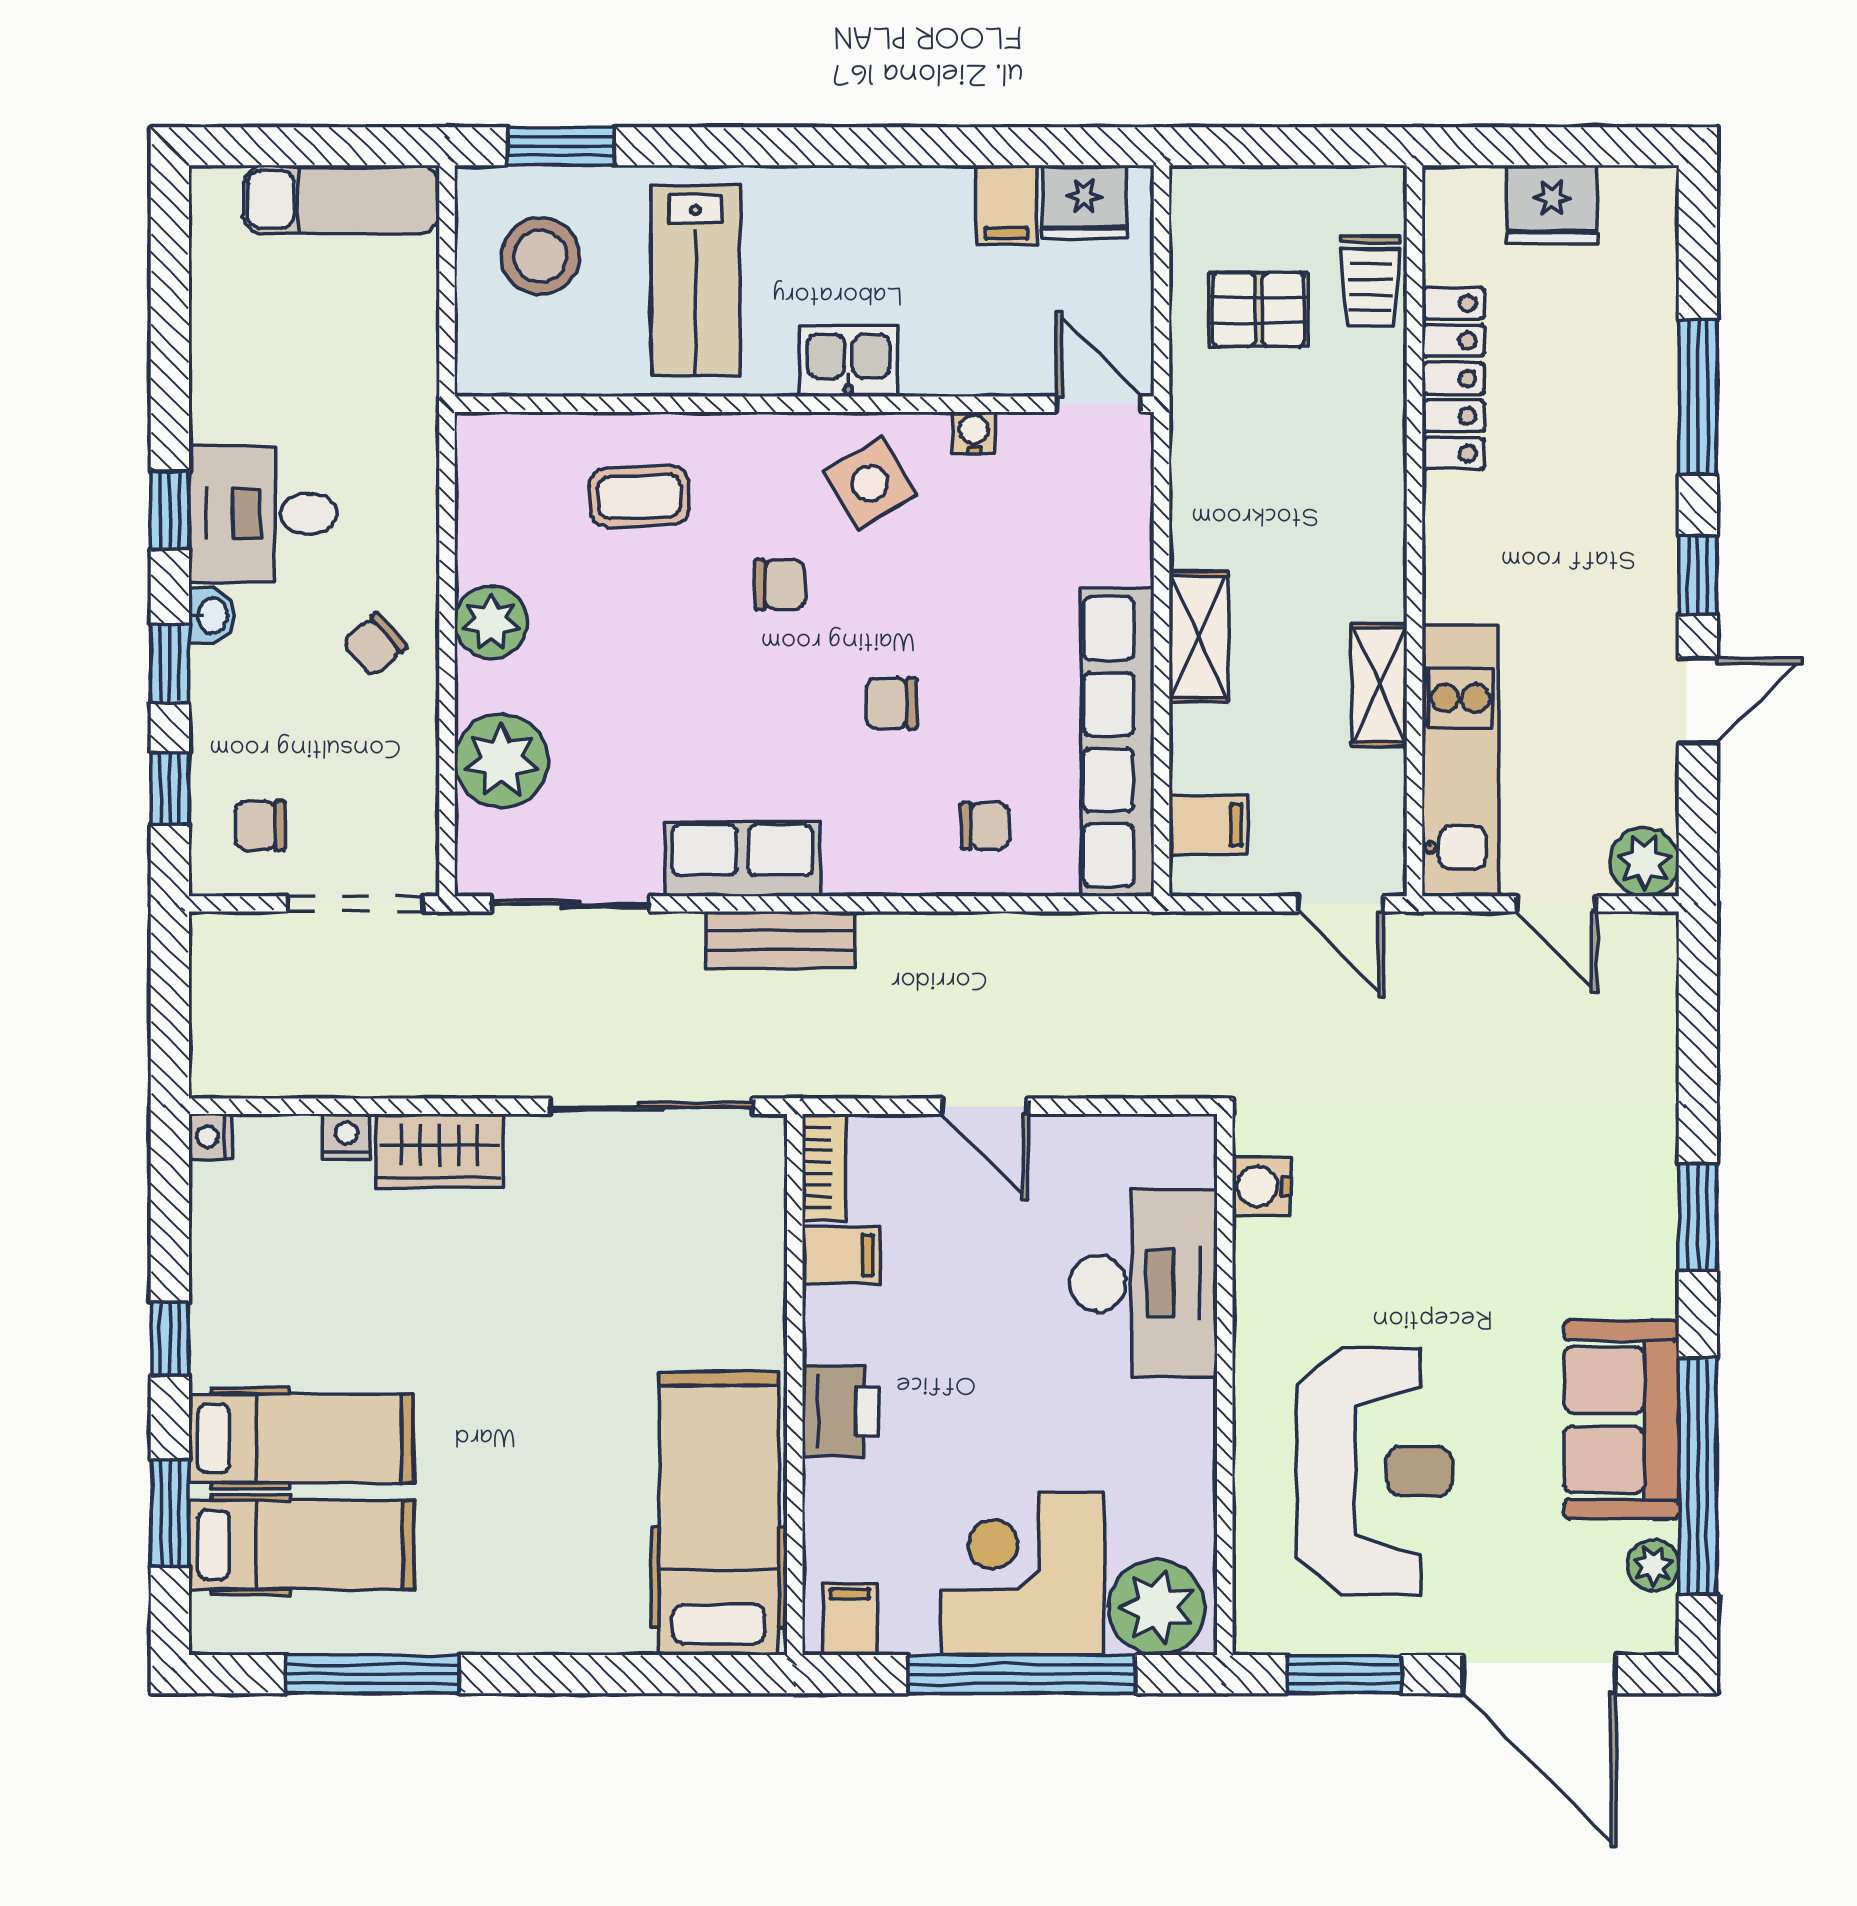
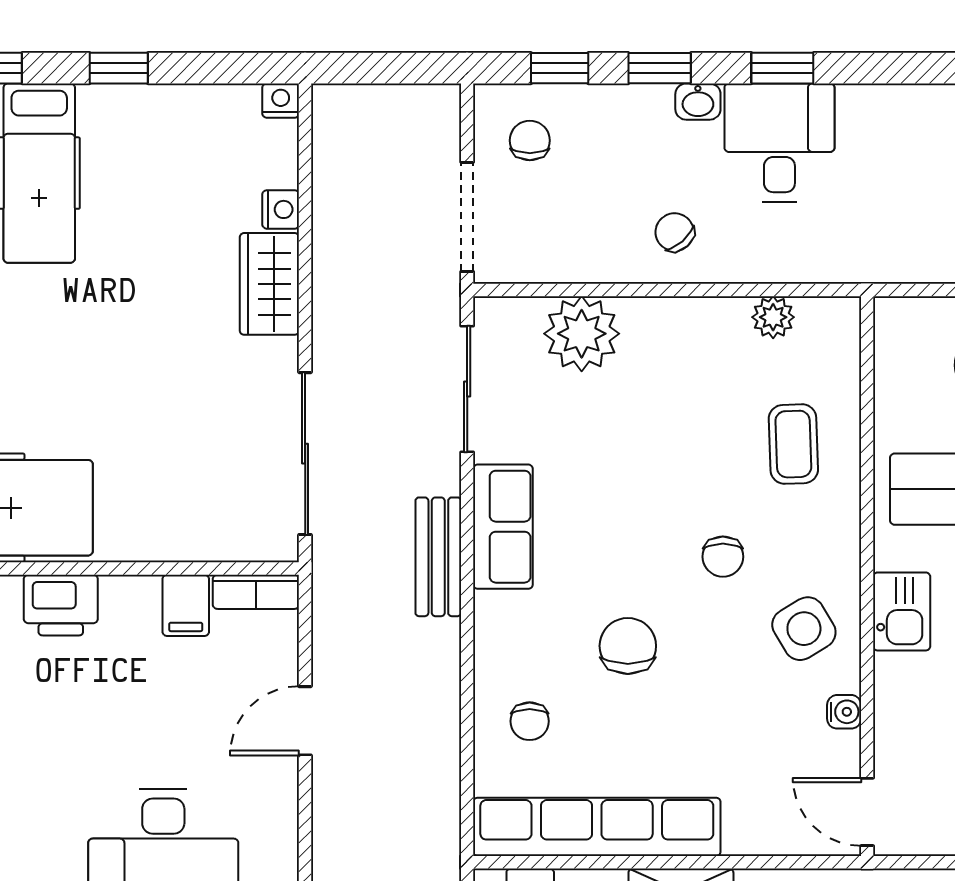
door: (1099, 404) -> (867, 812), swing flipped
plant: (491, 622) -> (773, 317), moved, width x0.73, depth x0.73
chair: (892, 703) -> (628, 646), width x1.37, depth x1.37

